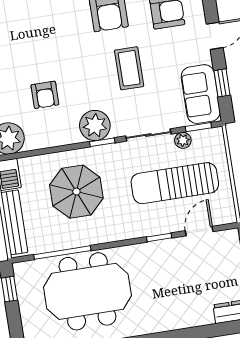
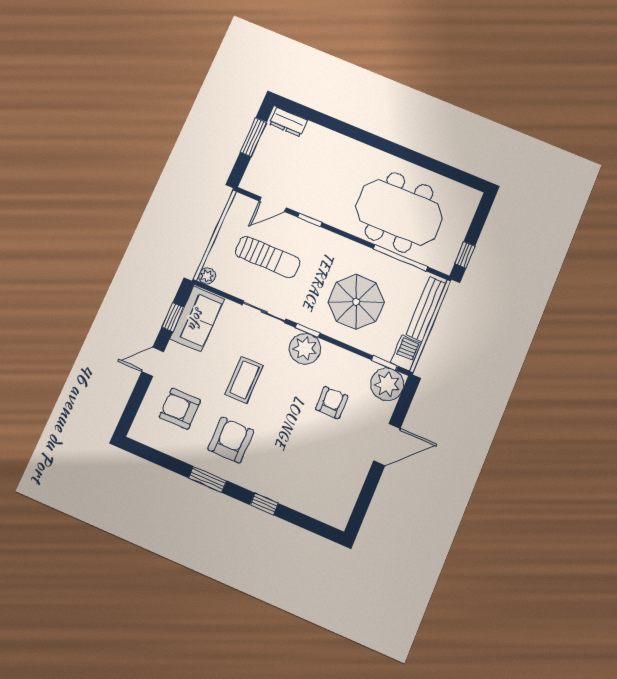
window: (198, 127) -> (384, 363), moved
plant: (183, 140) -> (207, 276), moved
sun lounger: (175, 183) -> (268, 257), width x0.73, depth x0.75

